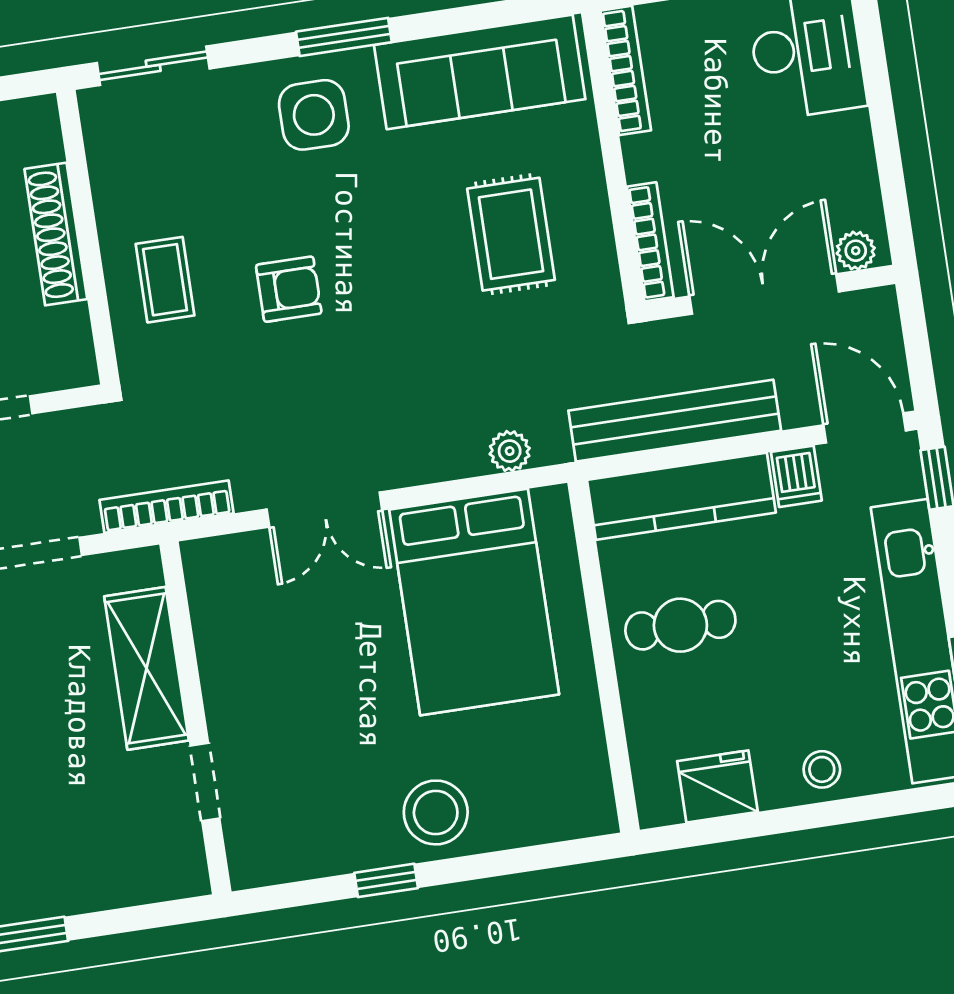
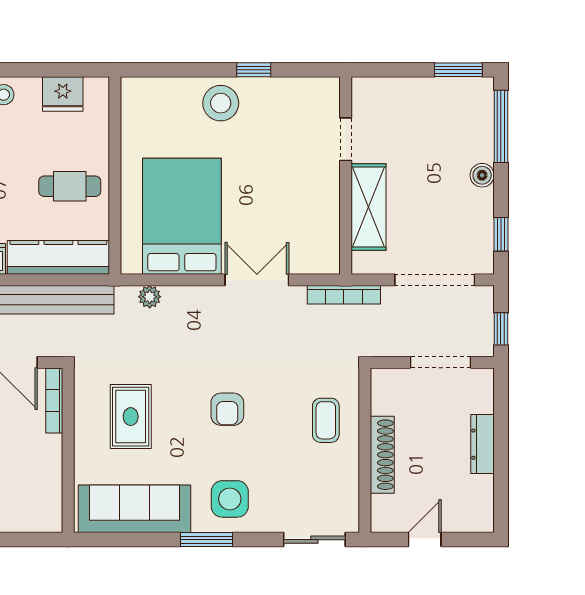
bookcase: (626, 70) -> (54, 497), removed
armchair: (289, 289) -> (227, 409), moved, turned -90

